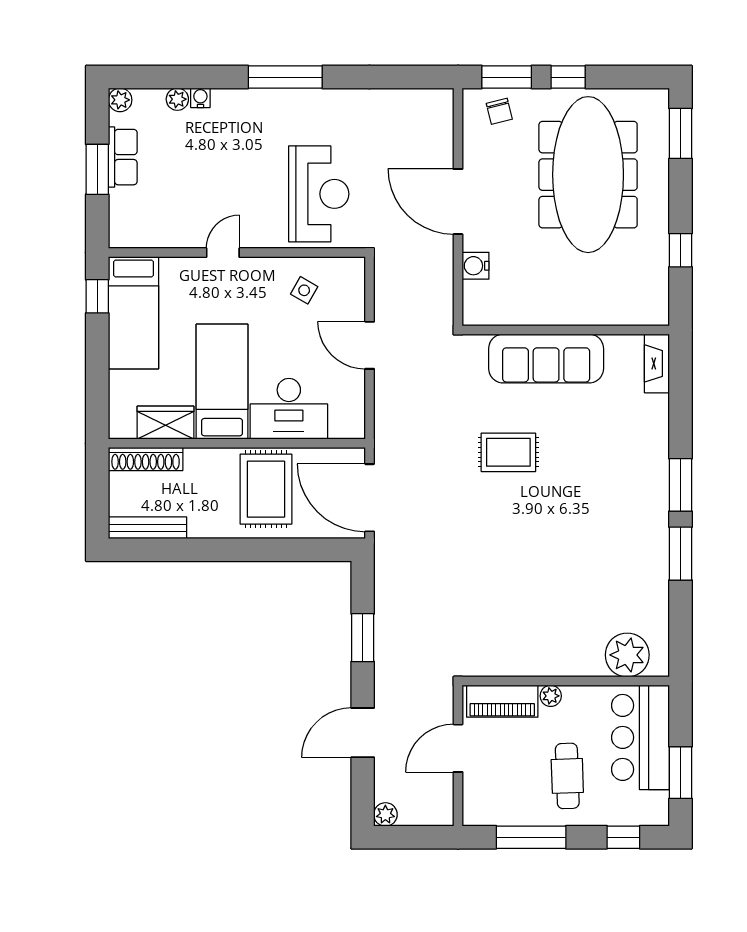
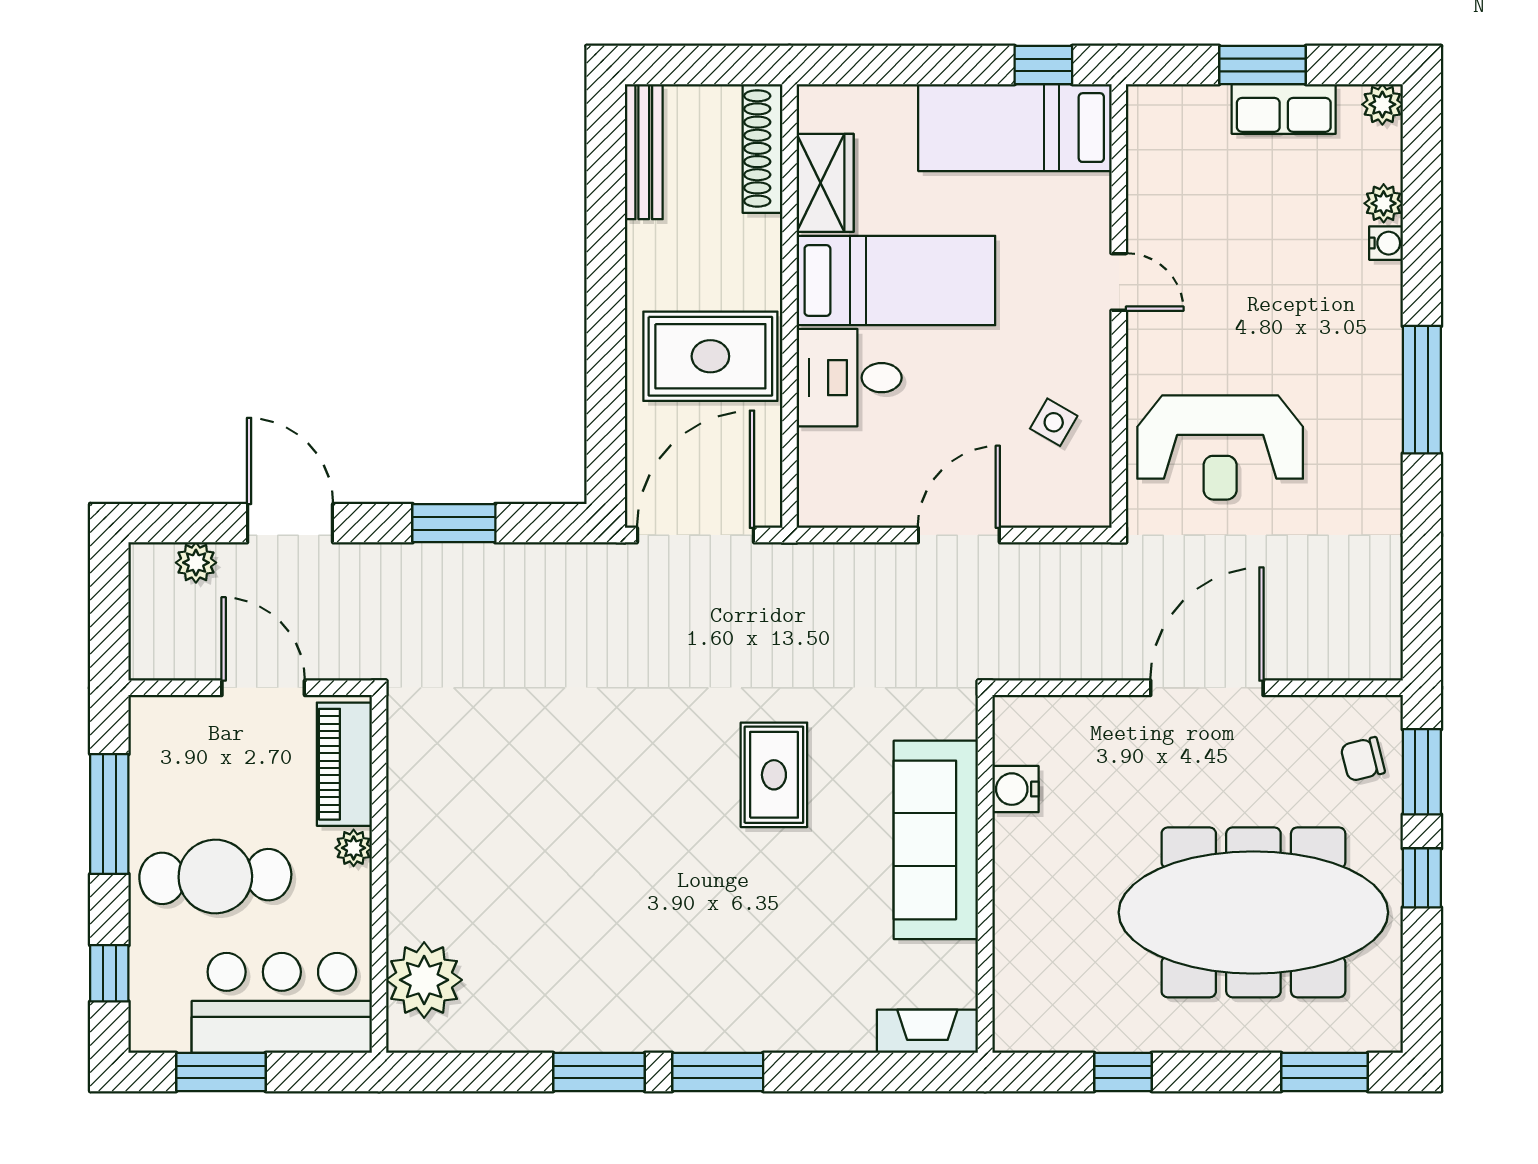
water cooler: (476, 266) -> (1015, 789), moved, turned -90
desk: (289, 409) -> (849, 378), width x0.73
cafe table: (567, 776) -> (215, 877), width x1.37, depth x1.35
plant: (385, 814) -> (196, 563), moved

